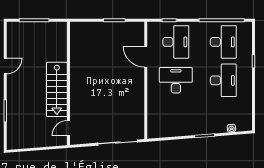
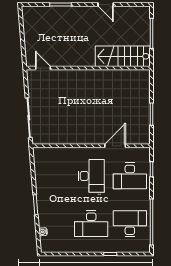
desk: (223, 42) -> (130, 224), turned 180
stairs: (57, 89) -> (123, 56), moved

